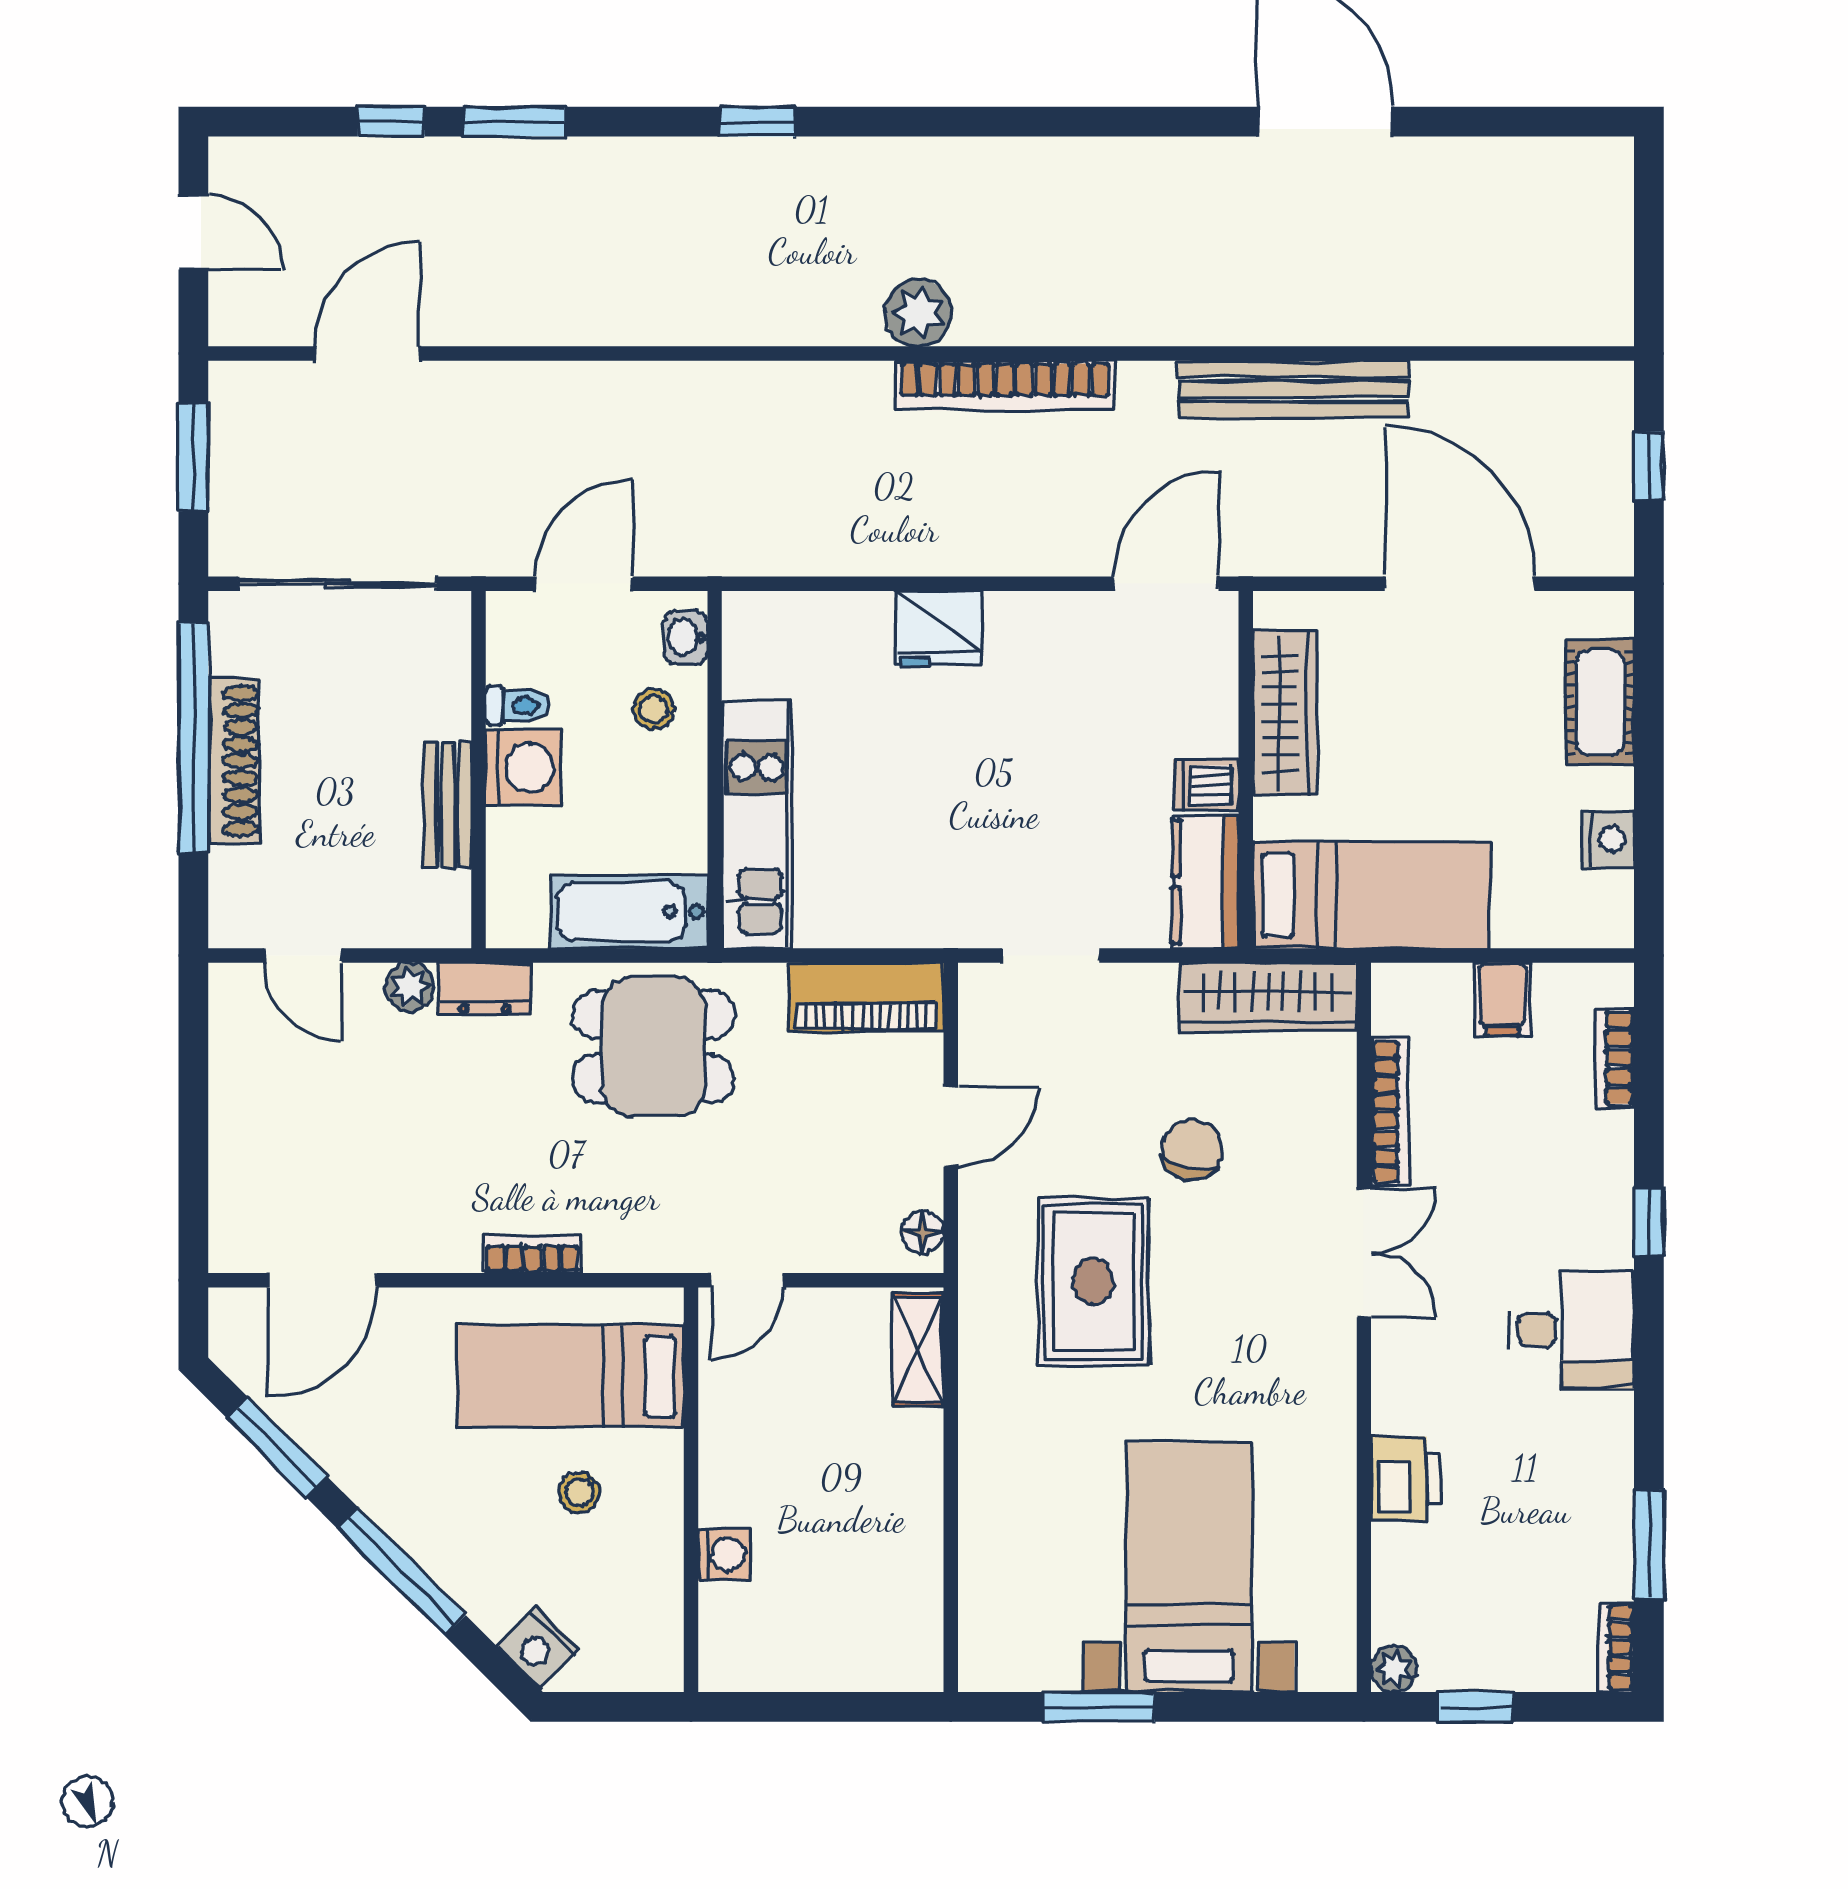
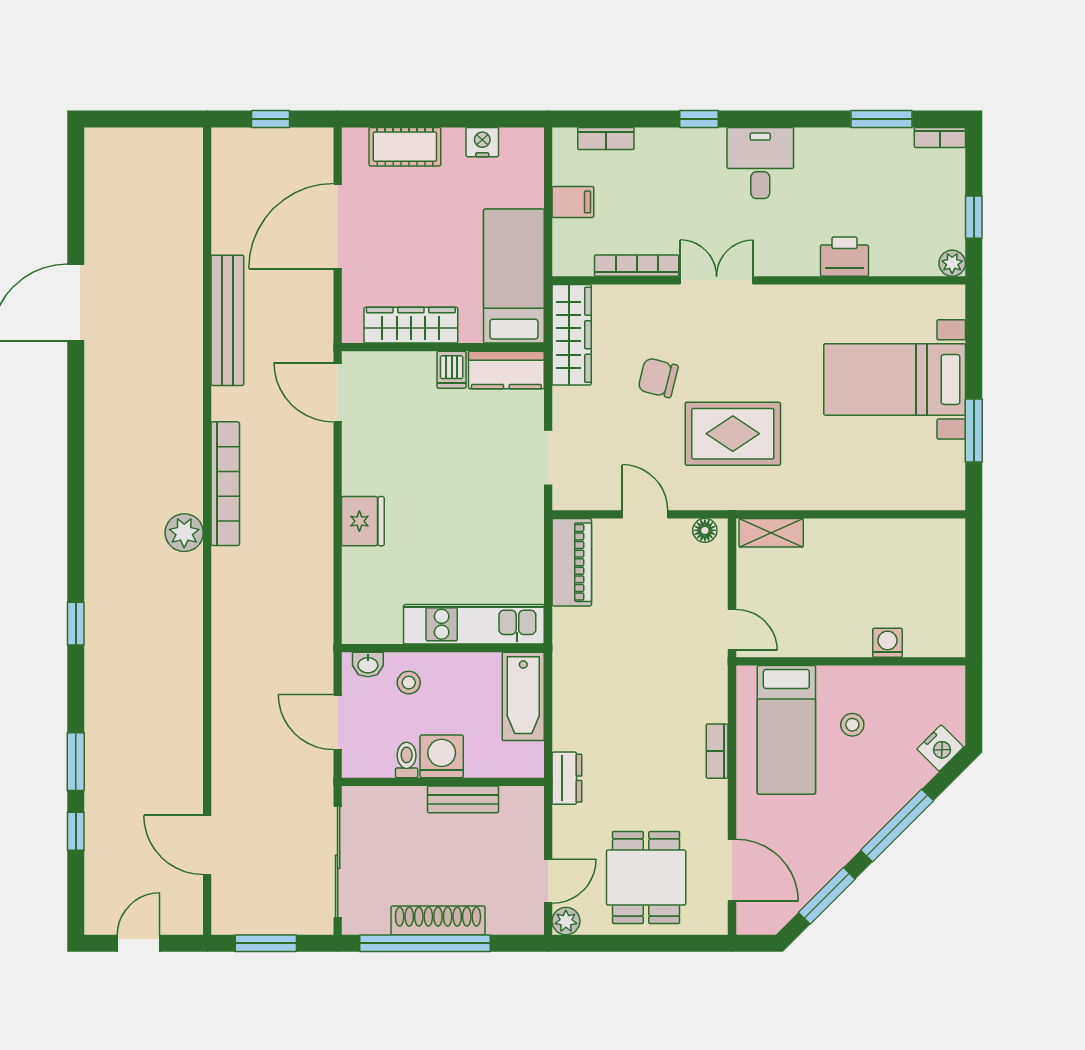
plant: (410, 987) -> (566, 921), moved
dining table: (654, 1046) -> (646, 877), moved

